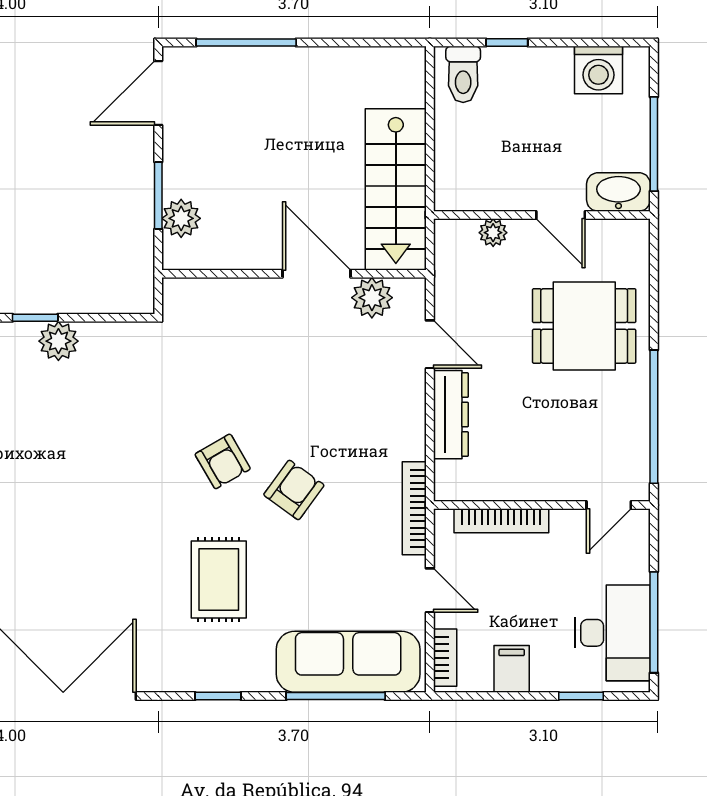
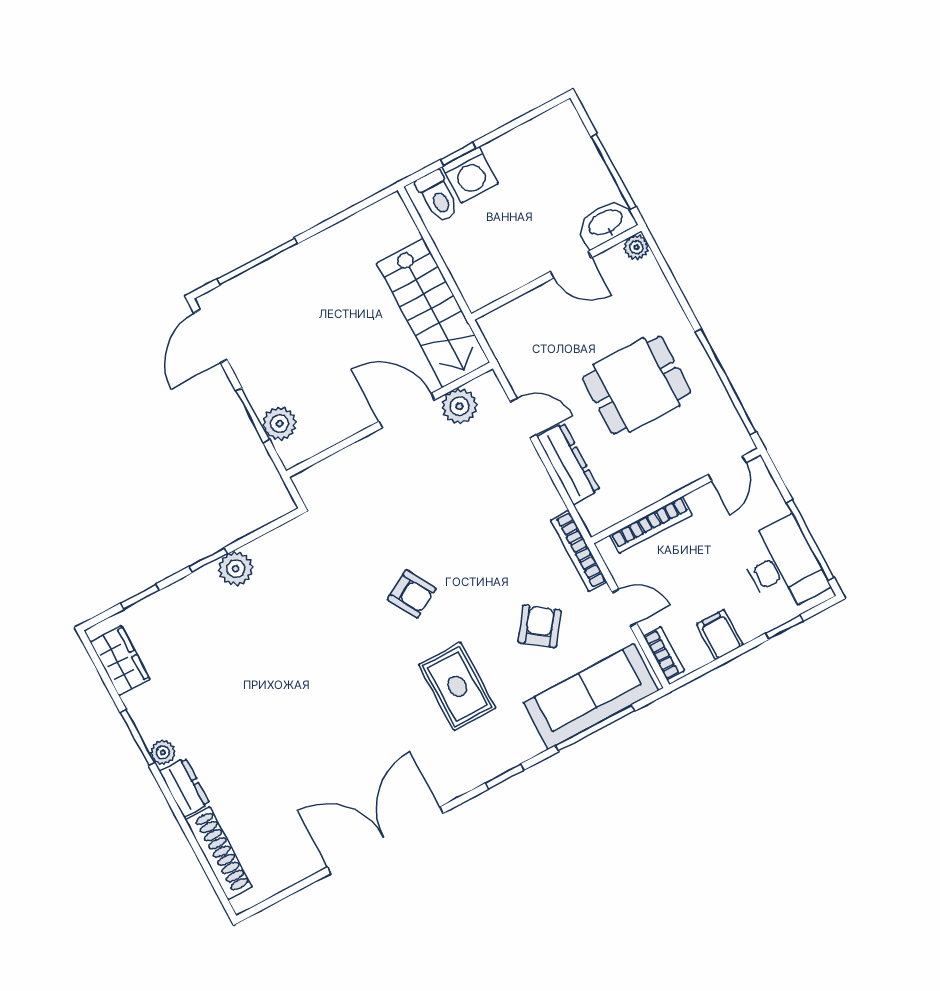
washing machine: (598, 70) -> (470, 175), moved
plant: (493, 233) -> (636, 247), moved
dining table: (584, 326) -> (637, 385), moved
armchair: (294, 490) -> (540, 626), moved

